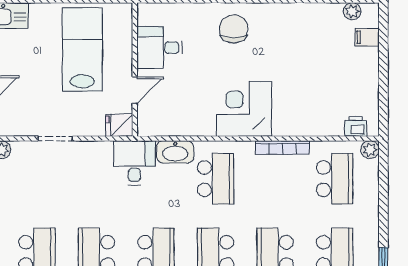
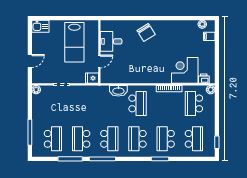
chair: (234, 29) -> (146, 32), turned 148
lab bench: (82, 49) -> (74, 42), turned 180
corner desk: (244, 109) -> (185, 70), moved
desk: (134, 163) -> (99, 96), removed
school desk: (335, 179) -> (194, 103), turned 180

